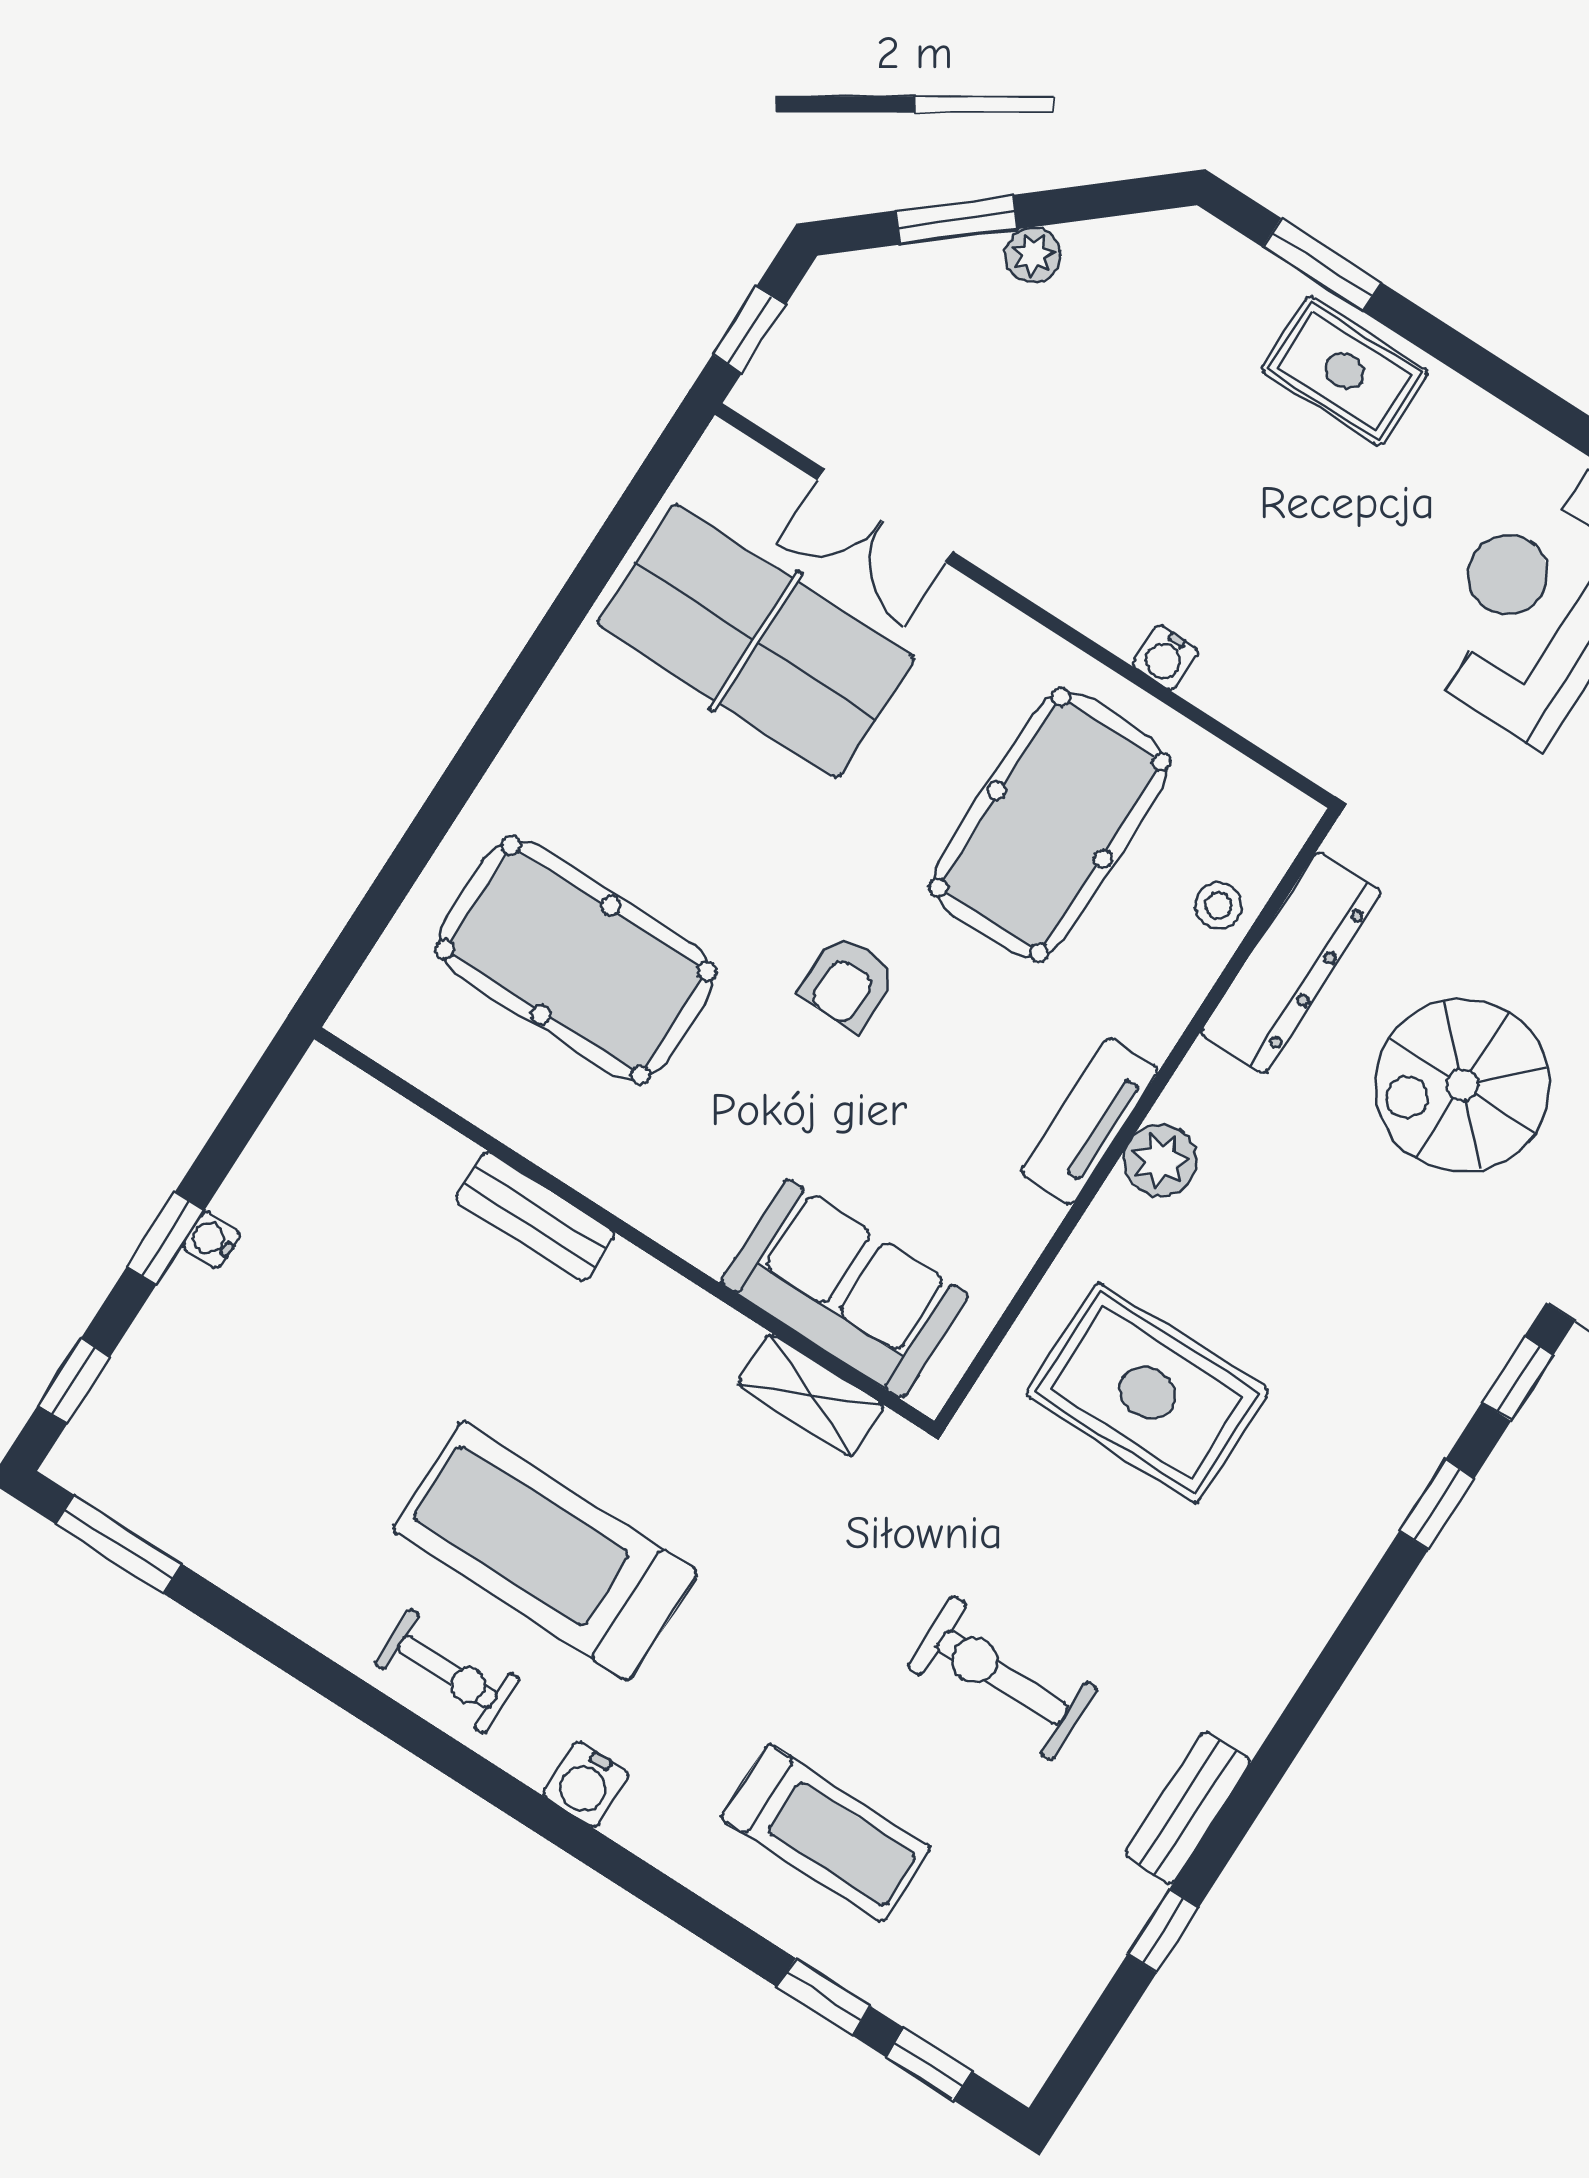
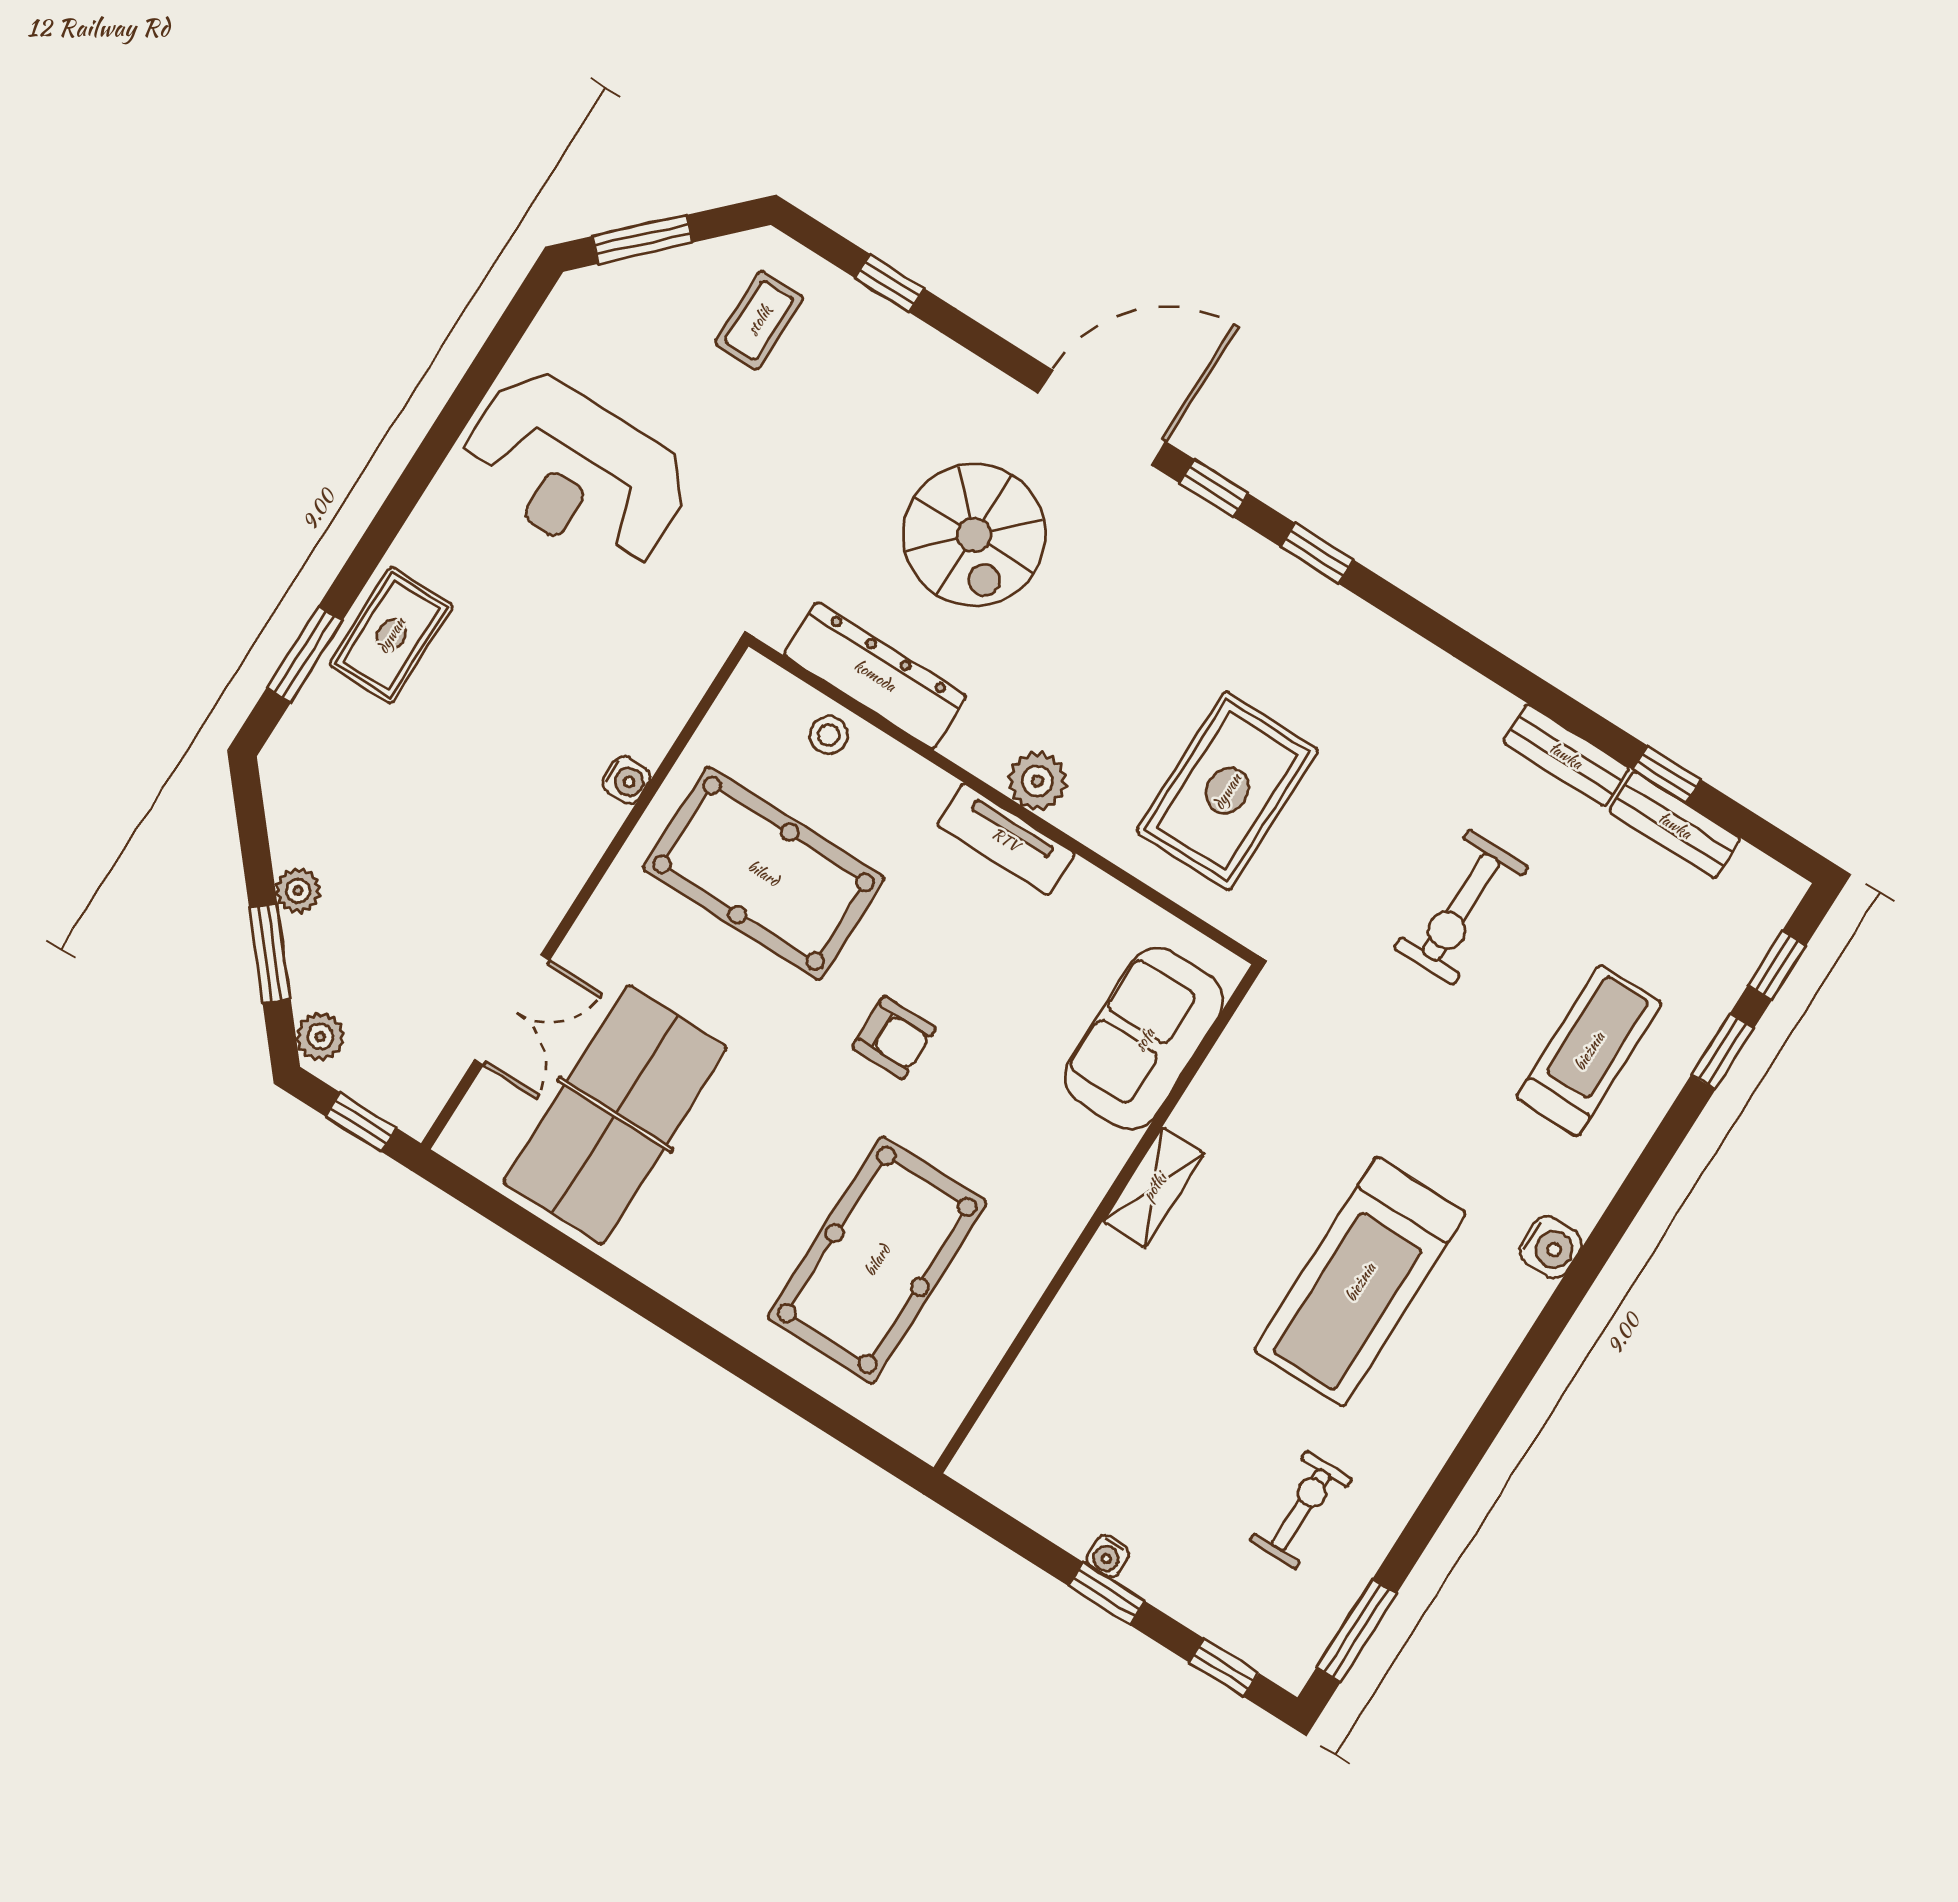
plant: (854, 281) -> (320, 1037), added
bench: (535, 1216) -> (1675, 825), moved, turned 90
shelving: (811, 1395) -> (1154, 1187), moved
exercise bike: (447, 1672) -> (1301, 1510), moved

